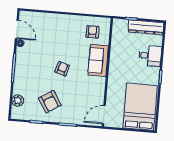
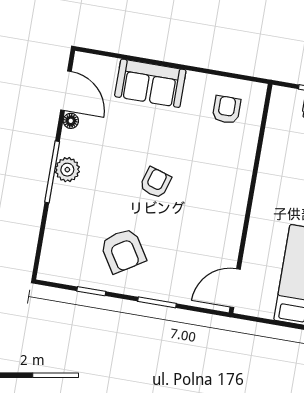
sofa: (98, 60) -> (150, 83), moved, turned -90
plant: (18, 101) -> (67, 170), moved

